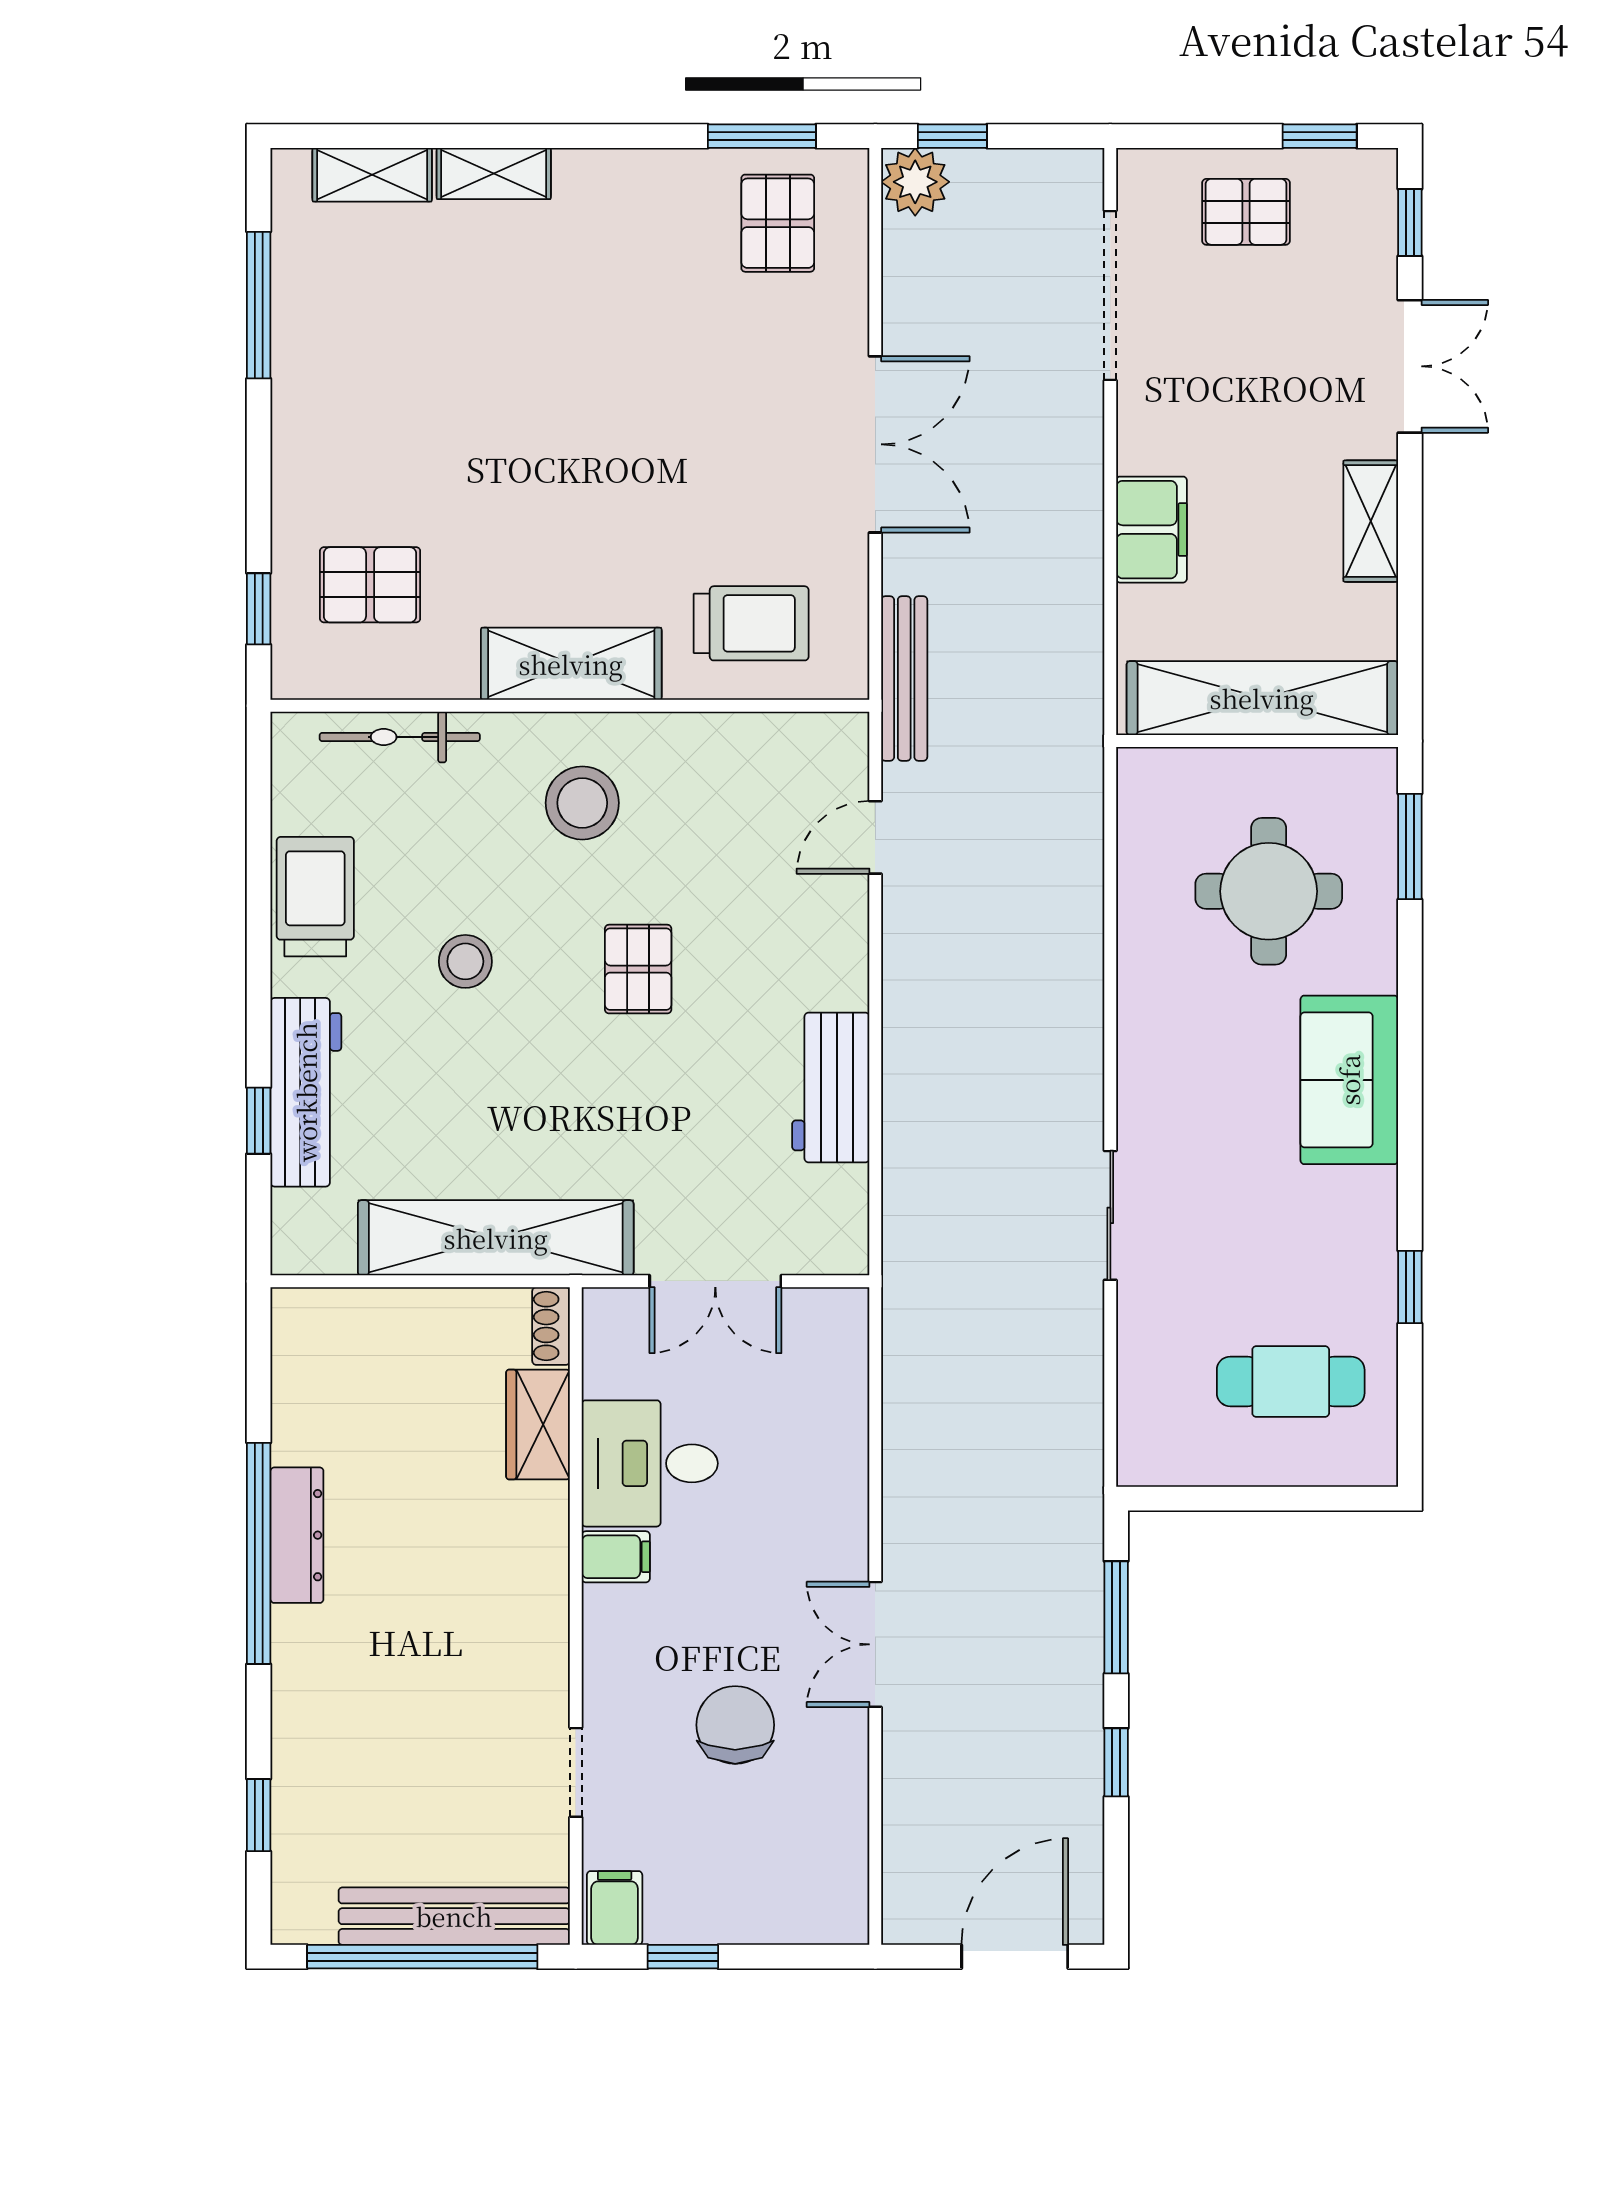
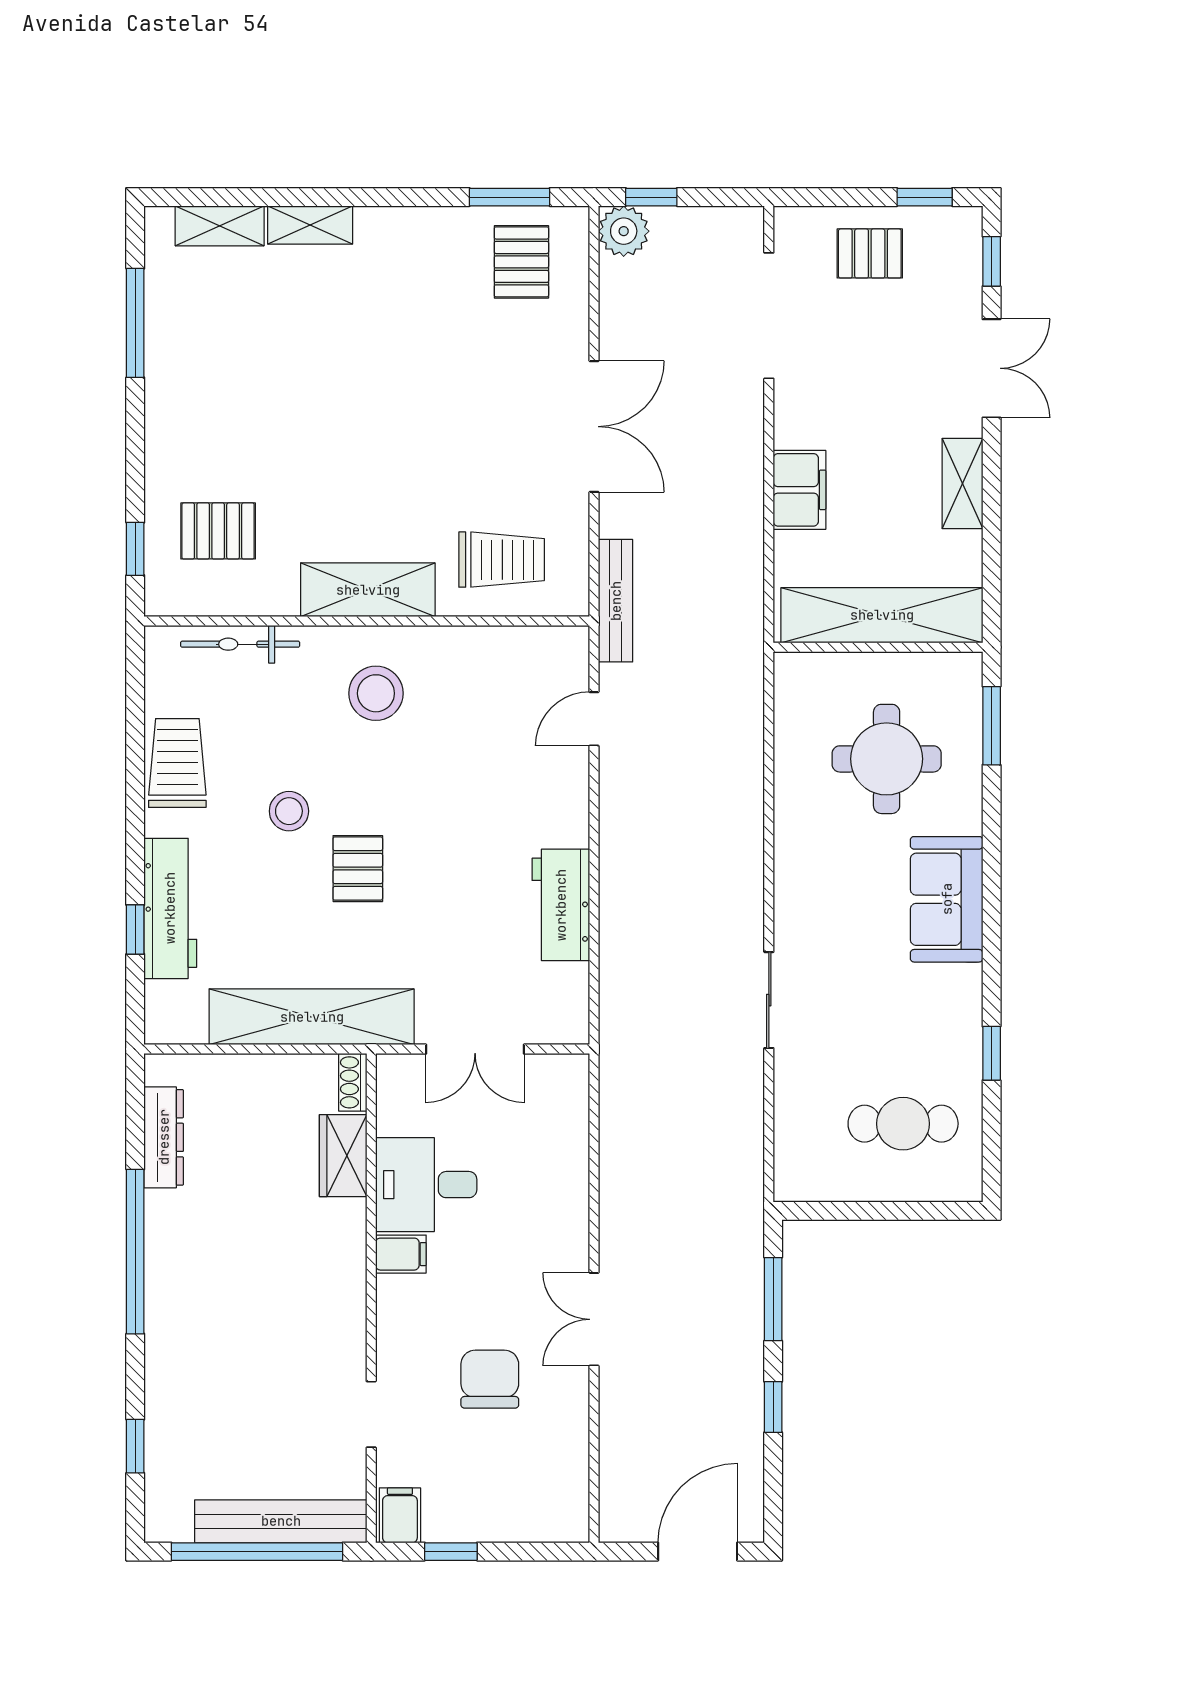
pallet: (638, 969) -> (358, 869), moved
dresser: (297, 1535) -> (164, 1137), moved

